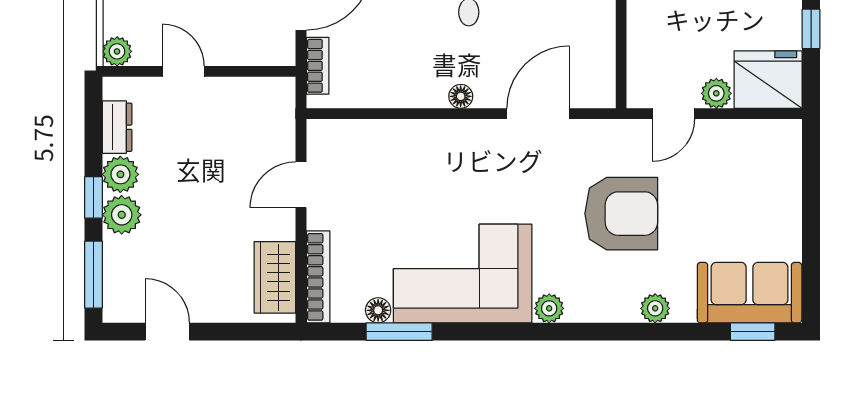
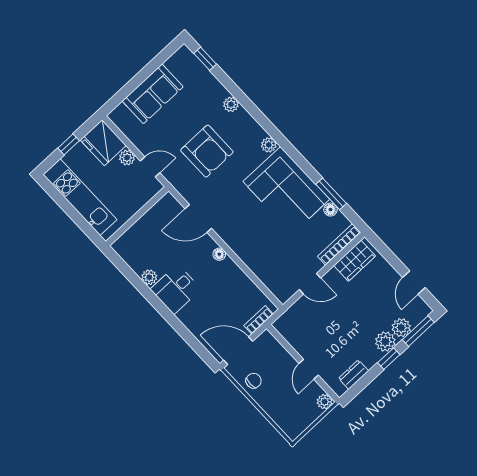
plant: (120, 174) -> (401, 328), moved
armchair: (621, 214) -> (207, 151), turned 180
sofa: (750, 293) -> (153, 94), moved, turned -90

